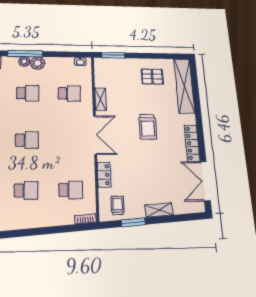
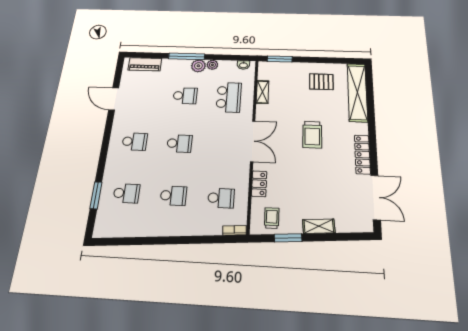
plant: (24, 61) -> (212, 65), moved
school desk: (69, 94) -> (229, 97), width x1.85
shelving: (100, 99) -> (262, 92), moved
double door: (205, 181) -> (376, 197), swing flipped

